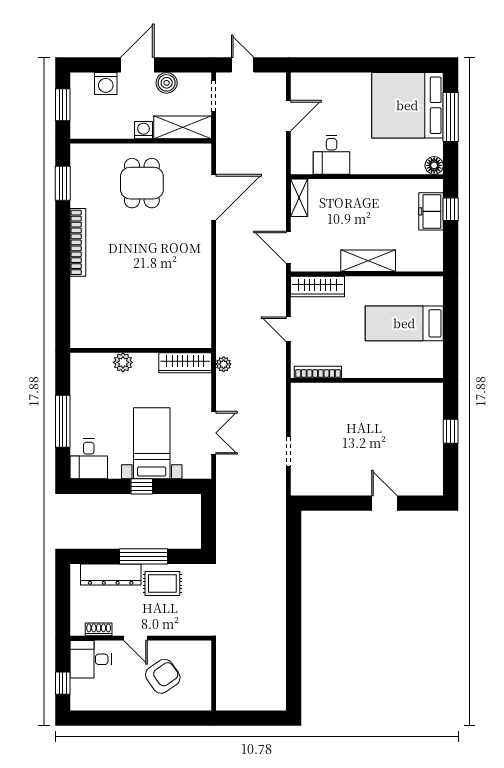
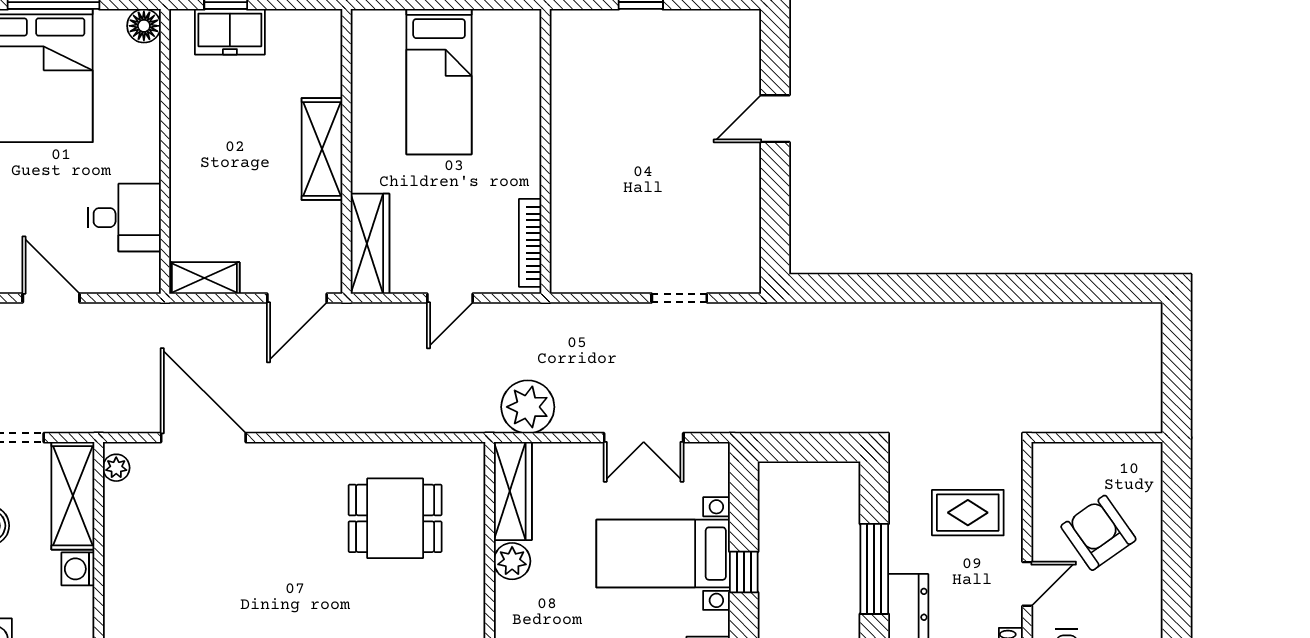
plant: (198, 151) -> (116, 468), added
dining table: (142, 183) -> (395, 518), moved
plant: (123, 362) -> (512, 561), moved
plant: (224, 364) -> (528, 407), width x1.88, depth x1.88
double door: (214, 433) -> (644, 438), swing flipped
rug: (162, 584) -> (968, 513), moved, turned 90

